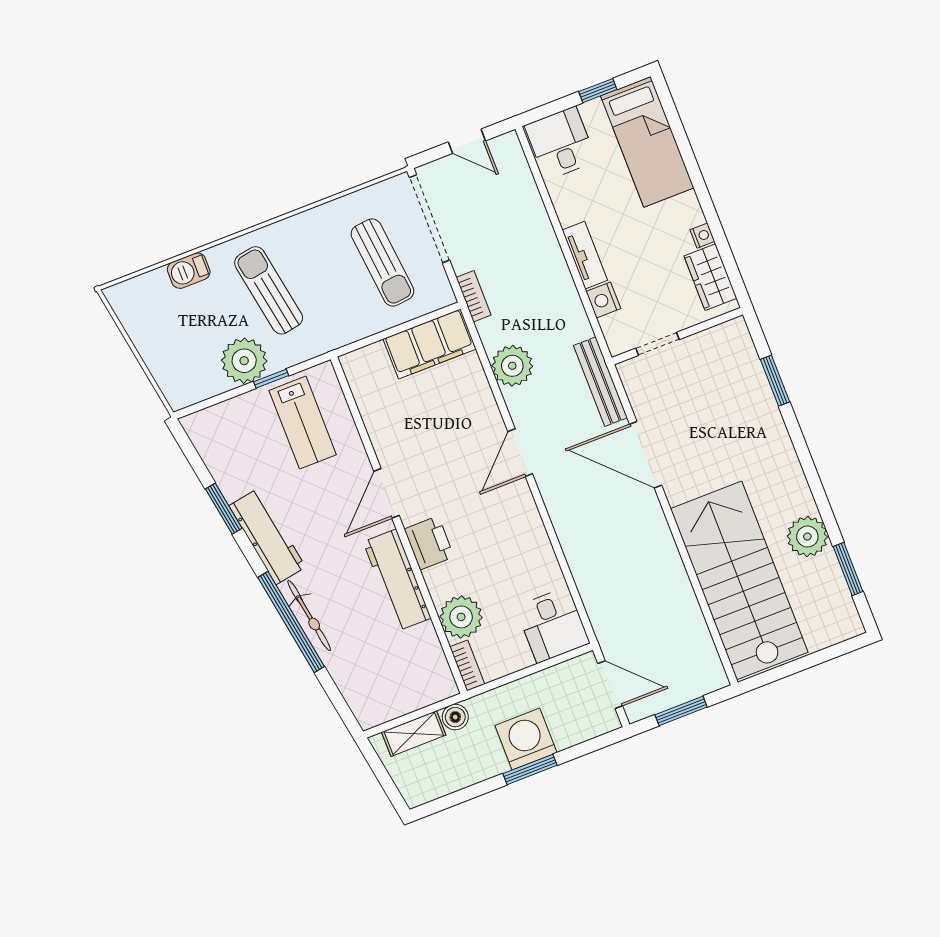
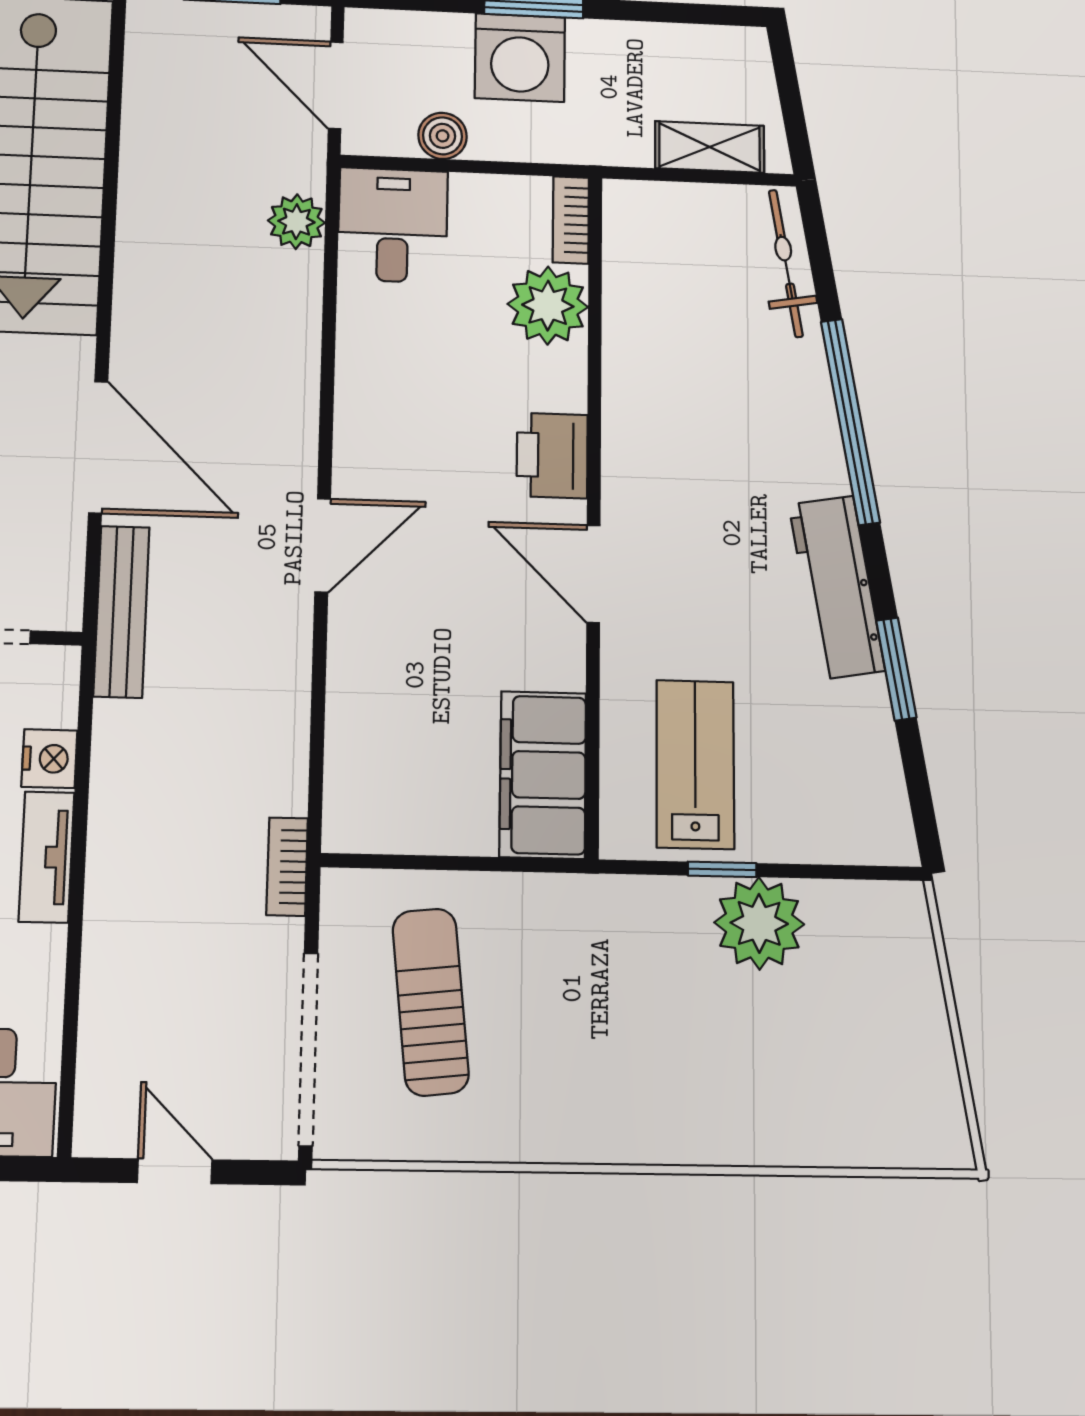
barbecue: (189, 271) -> (799, 1138), removed
sun lounger: (269, 290) -> (664, 1038), removed
filing cabinet: (430, 344) -> (543, 775), moved, turned -90
plant: (512, 366) -> (296, 222), moved, width x0.73, depth x0.73
door: (387, 493) -> (593, 574), swing flipped
workbench: (397, 580) -> (635, 415), removed
bicycle: (309, 616) -> (786, 263), moved
boiler: (455, 717) -> (443, 136), moved

